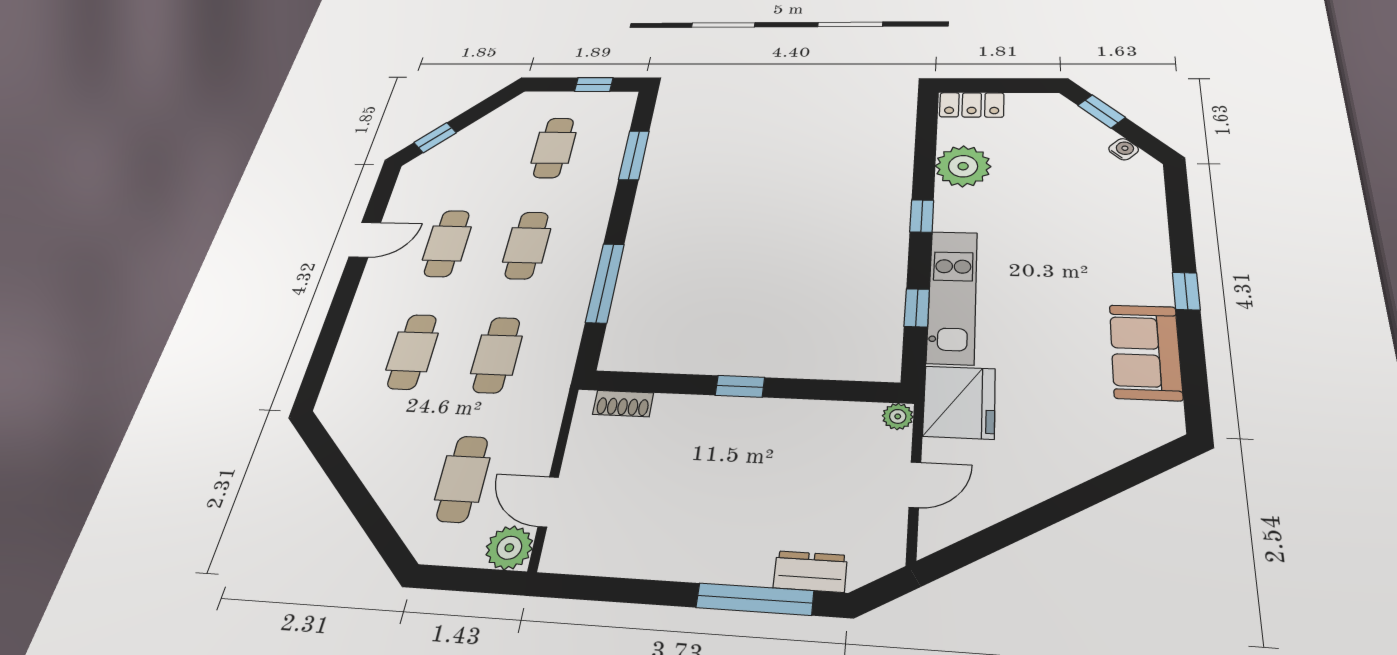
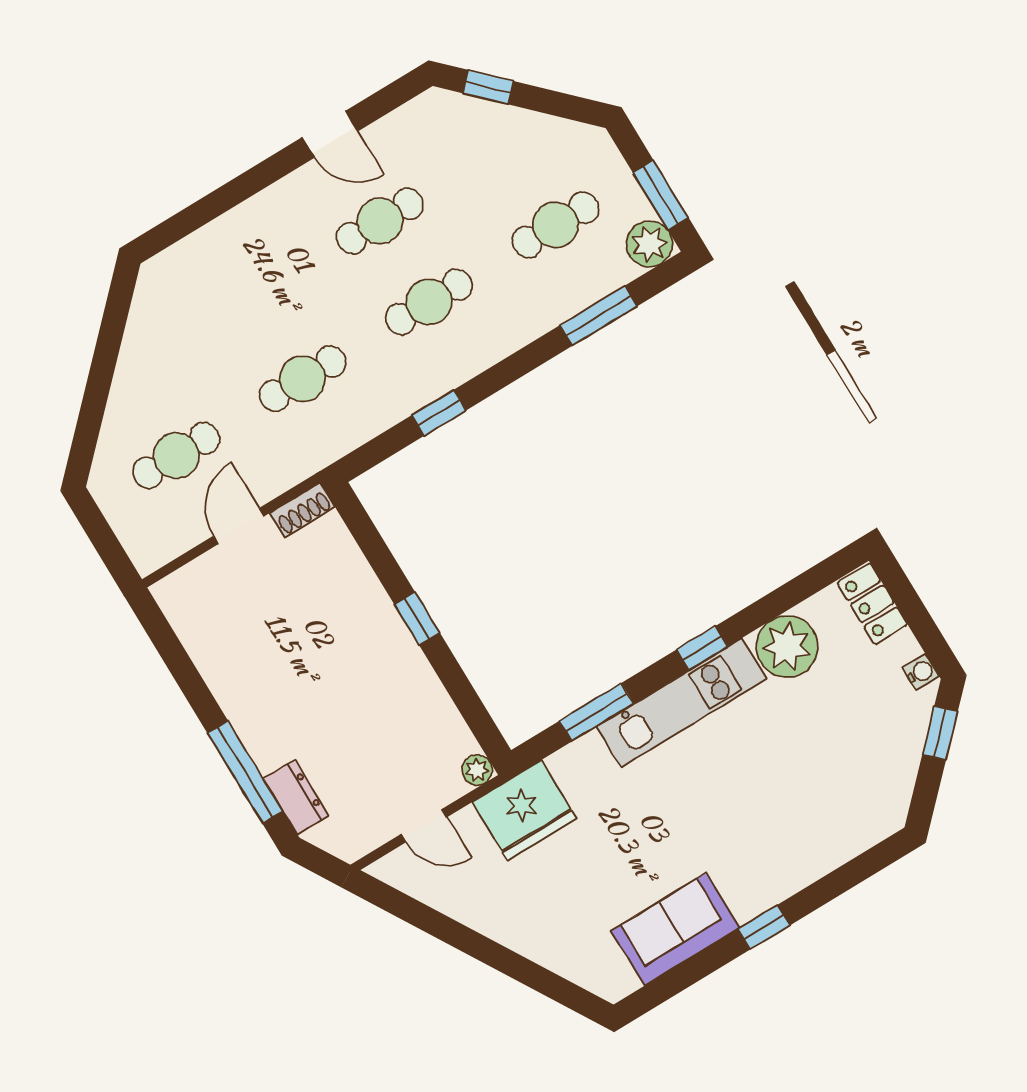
window: (594, 85) -> (661, 195), width x1.50
water cooler: (1124, 149) -> (921, 672), moved, turned -45
window: (605, 283) -> (439, 413), width x0.46
kitchen unit: (952, 296) -> (682, 703), moved
window: (917, 308) -> (596, 712), width x1.50
cafe table: (412, 352) -> (253, 298), removed
shoe rack: (623, 404) -> (302, 510), moved, turned -90
door: (548, 502) -> (239, 526), moved
plant: (509, 548) -> (649, 244), moved

